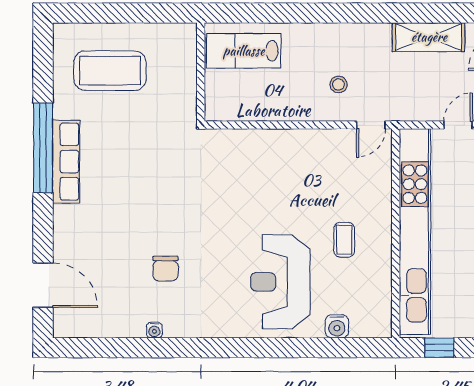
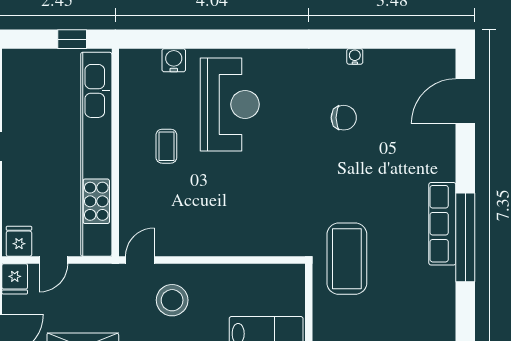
coffee table: (110, 71) -> (347, 259), moved, turned 90
stool: (338, 84) -> (172, 300), width x1.89, depth x1.89
chair: (165, 268) -> (344, 118), turned 90
door: (43, 285) -> (465, 101), hinge flipped

